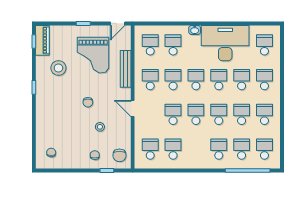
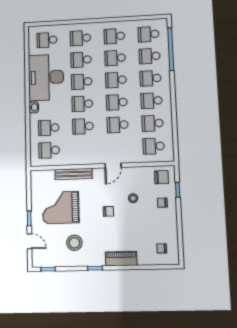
door: (118, 23) -> (29, 241), moved
piano: (42, 40) -> (121, 259), moved
grand piano: (93, 55) -> (61, 207), turned 180
school desk: (150, 80) -> (152, 101), moved

